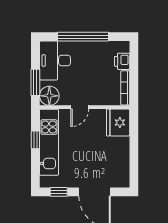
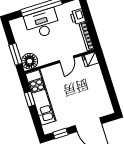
desk: (55, 60) -> (42, 24), moved, turned 90
door: (80, 107) -> (67, 59), moved
fridge: (118, 122) -> (90, 59), width x0.53, depth x0.75

